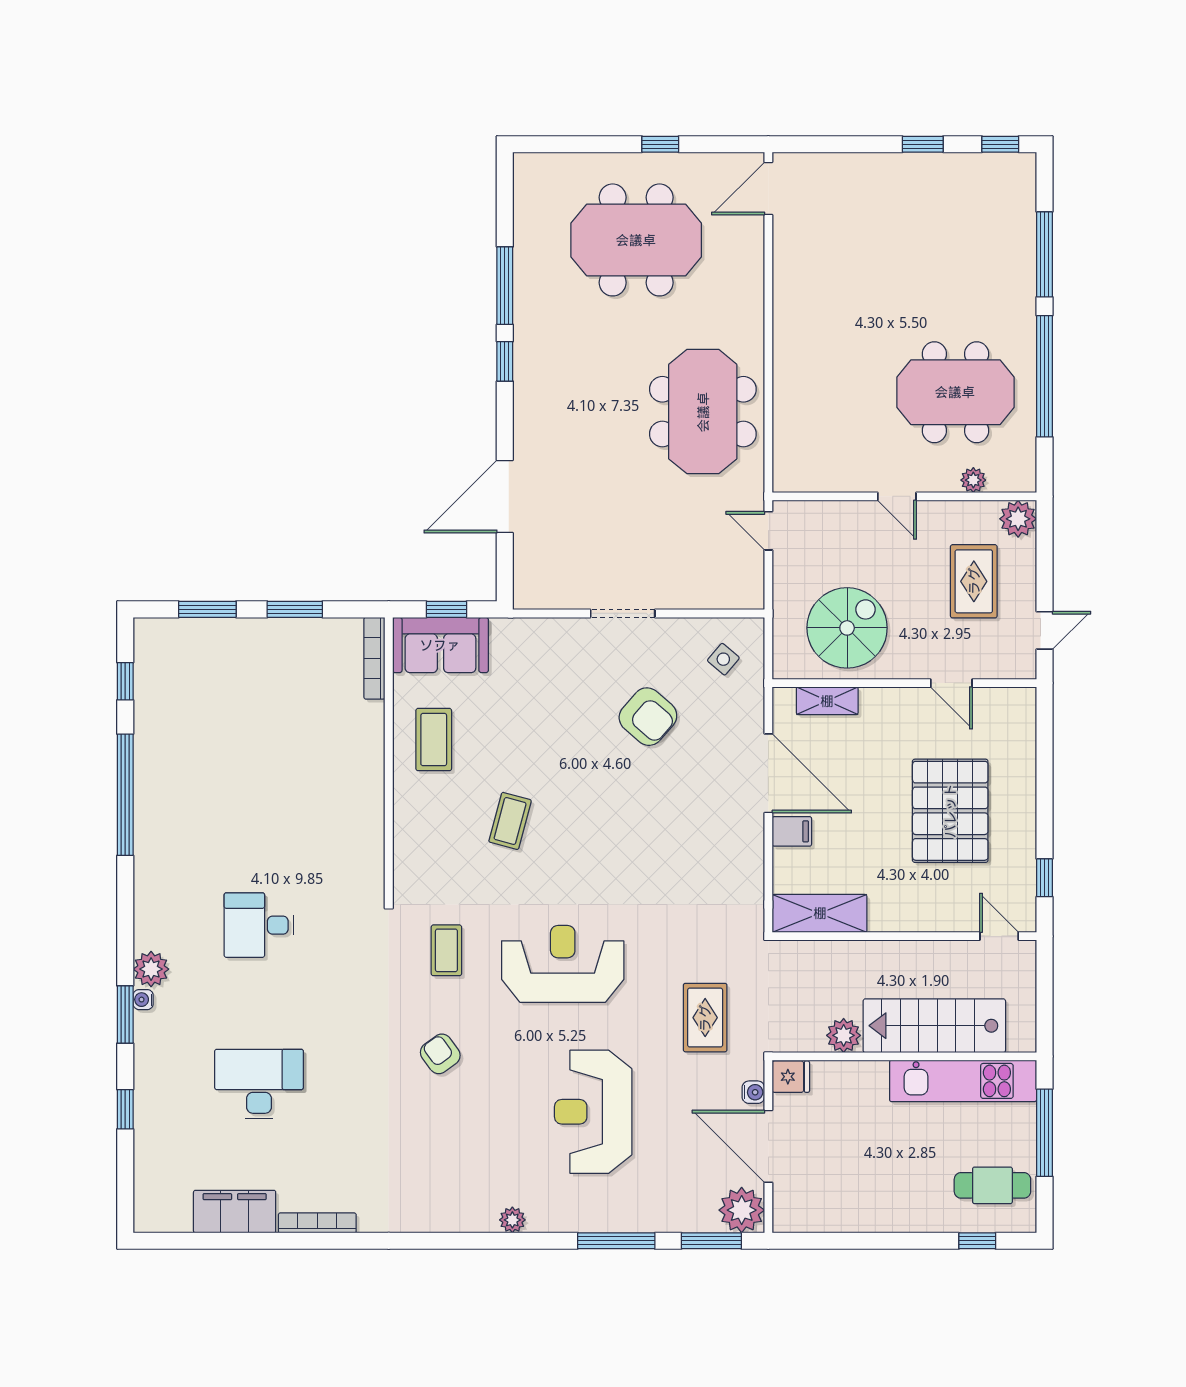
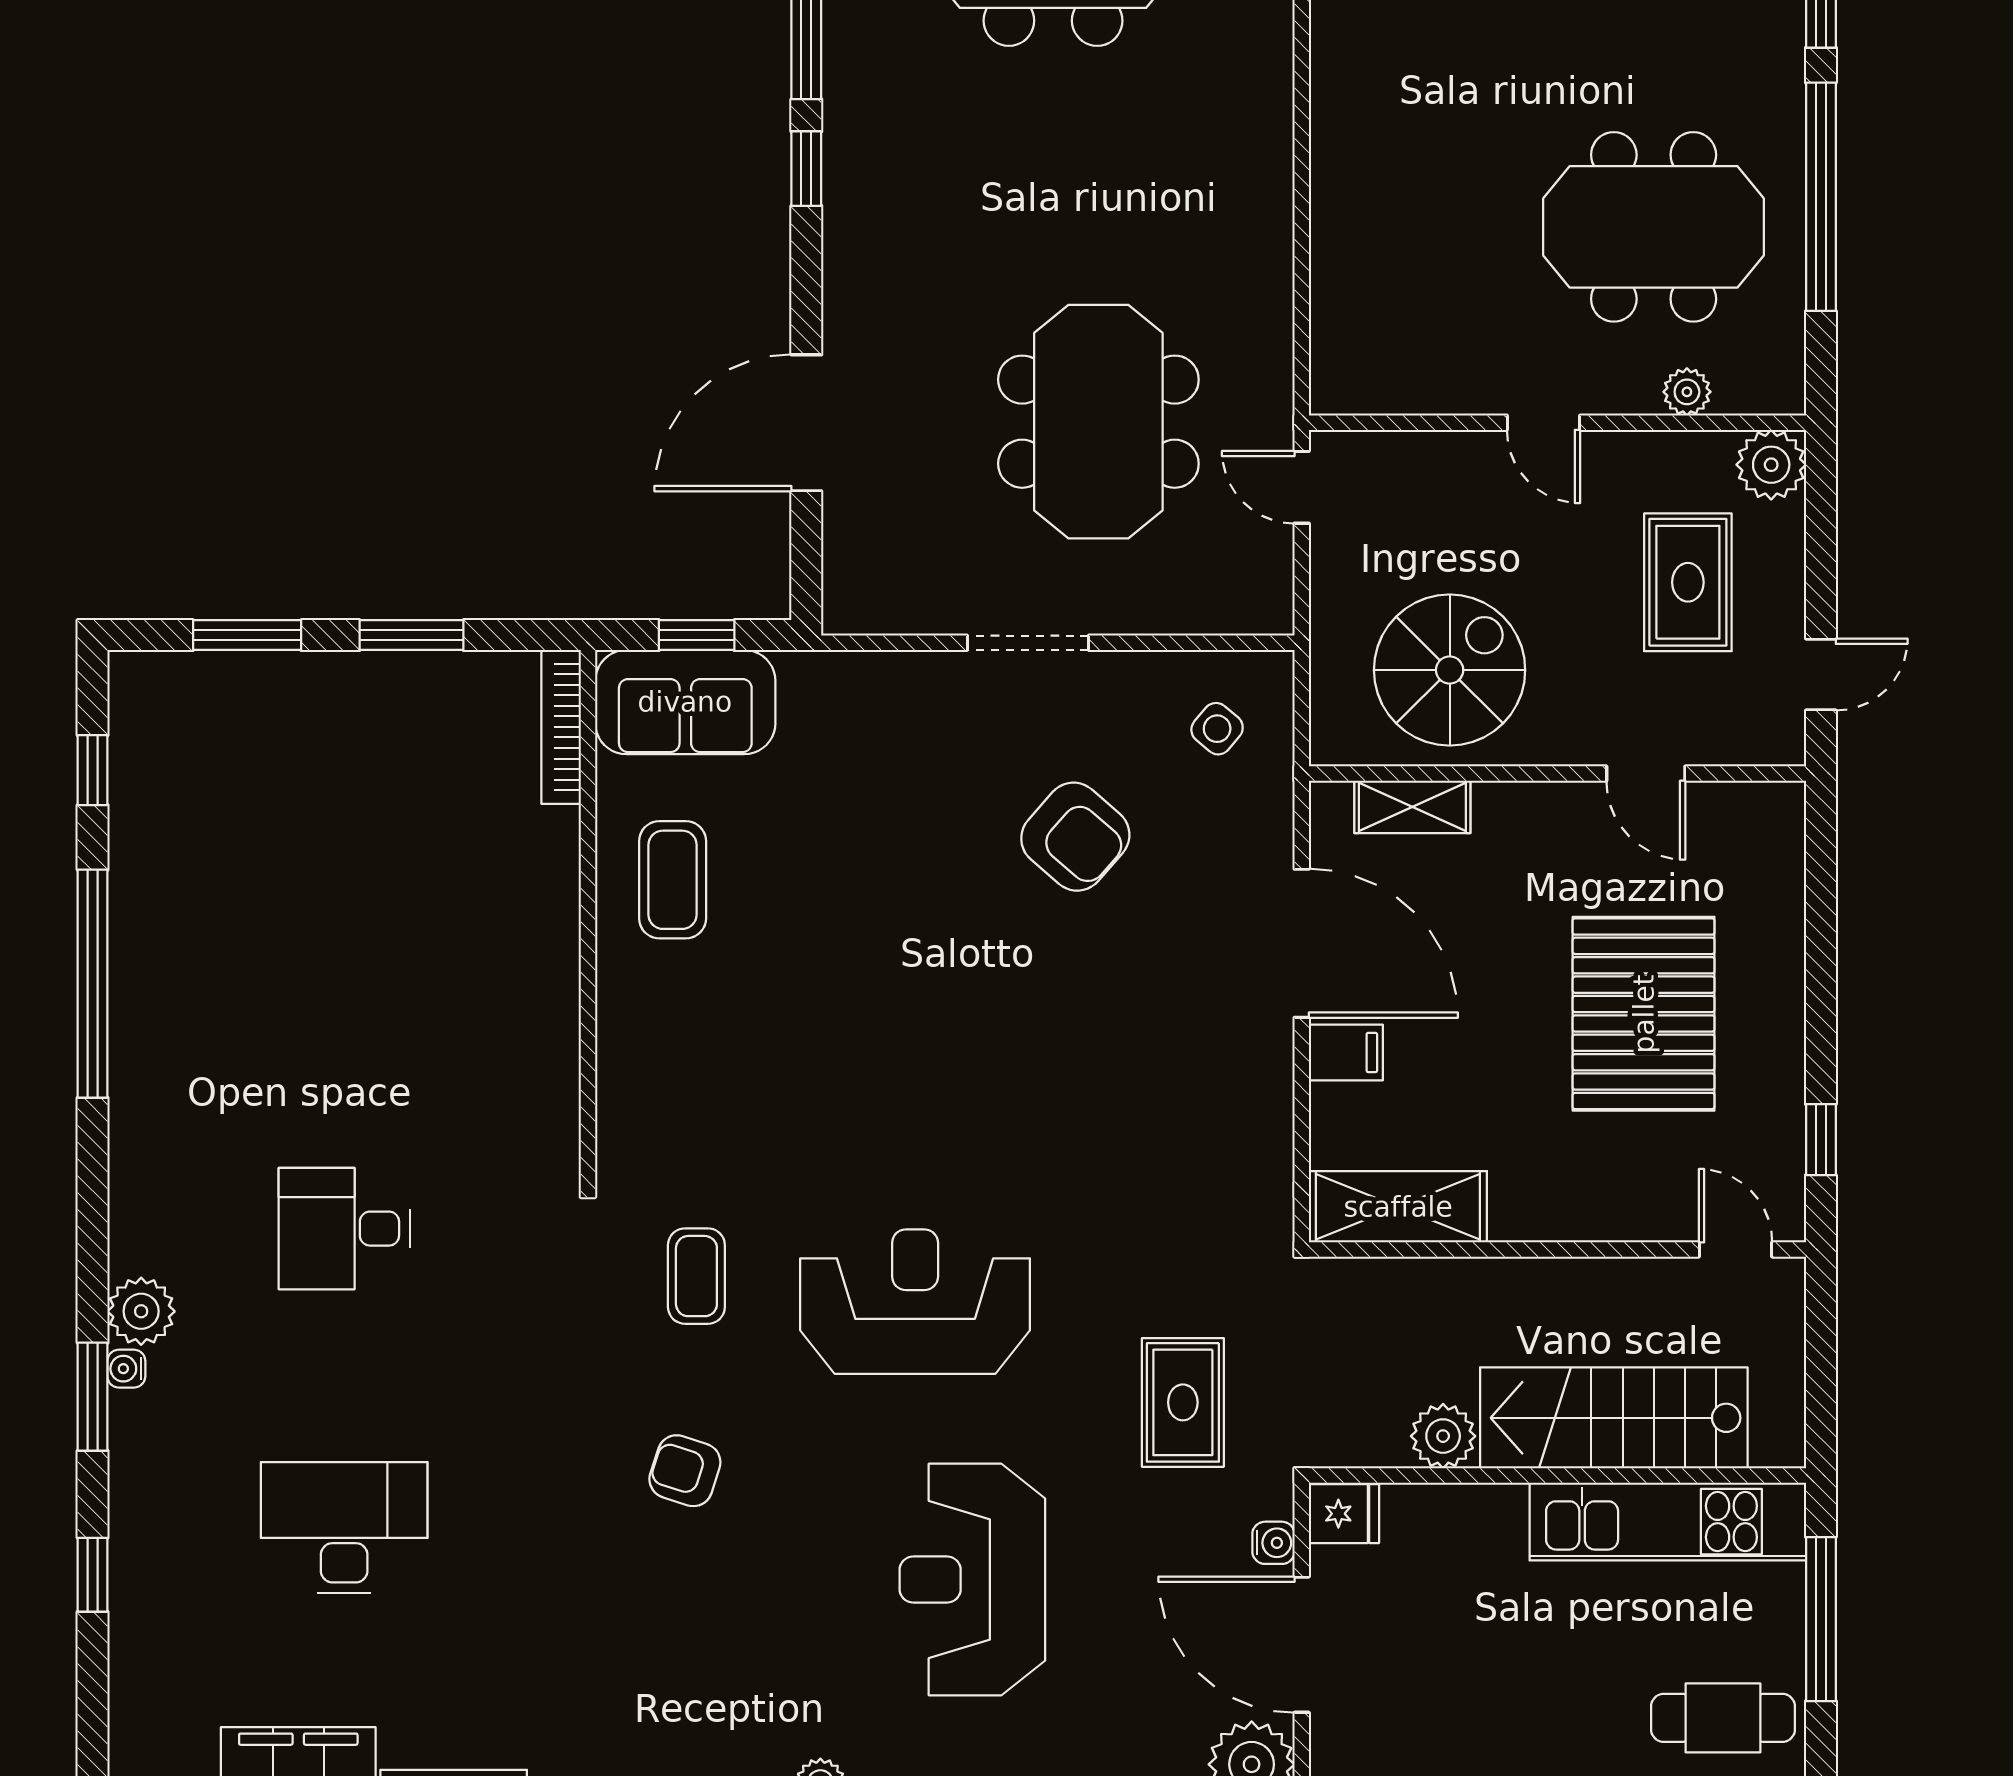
meeting table: (703, 412) -> (1098, 422), moved
coffee table: (510, 821) -> (816, 1033), removed
armchair: (440, 1054) -> (685, 1471), turned -36

